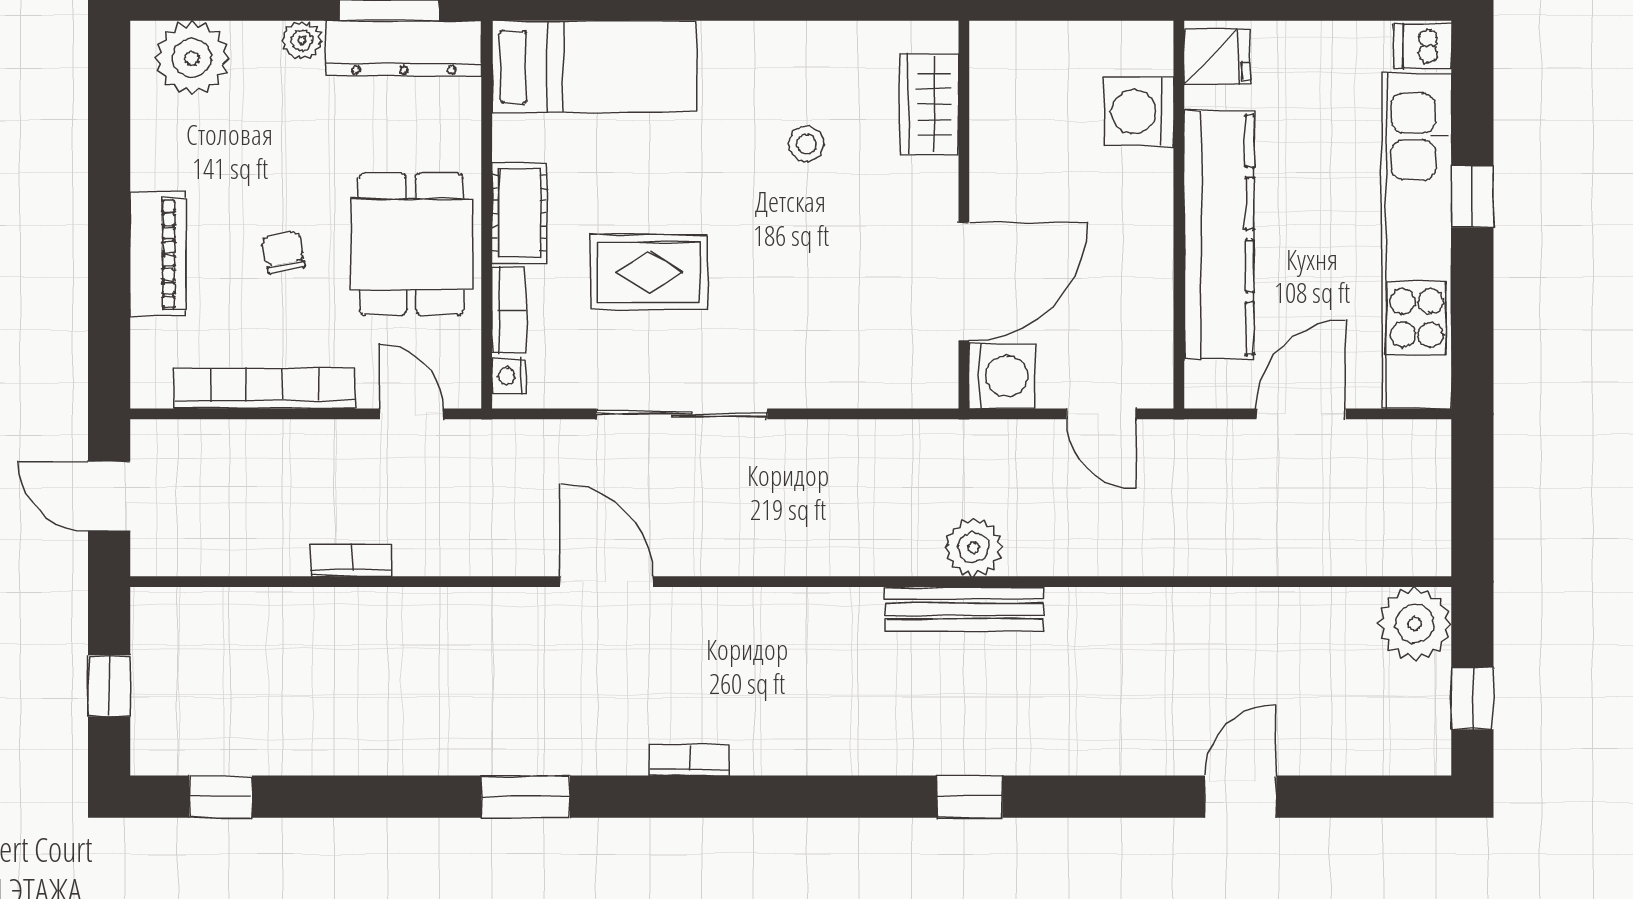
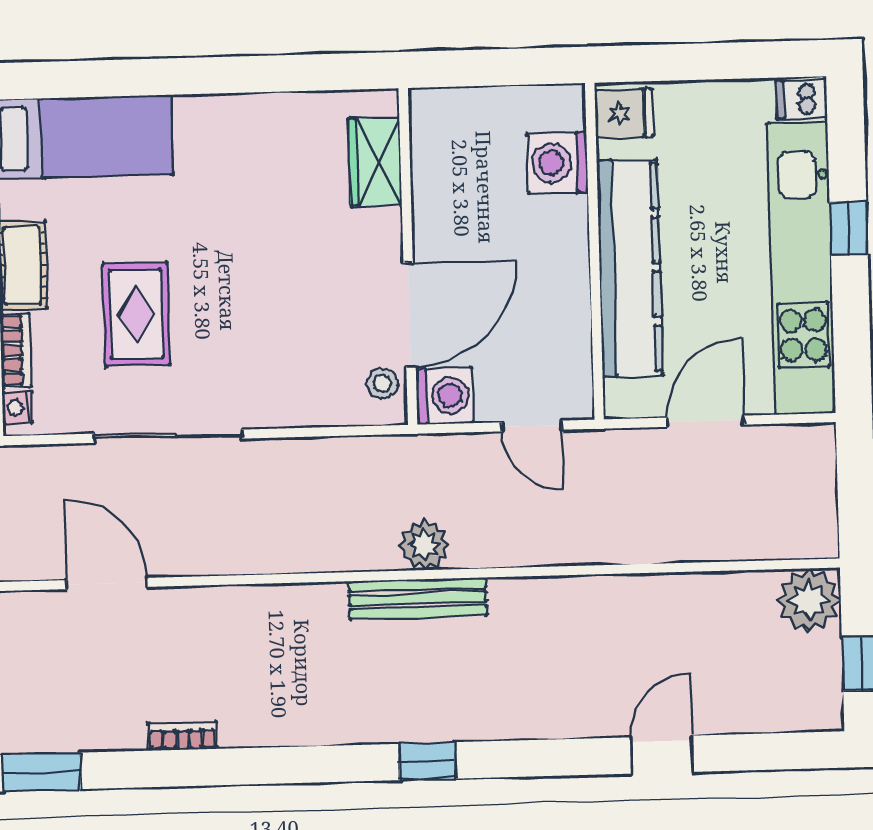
stool: (806, 144) -> (382, 384), moved
rug: (649, 272) -> (136, 314), turned 90

